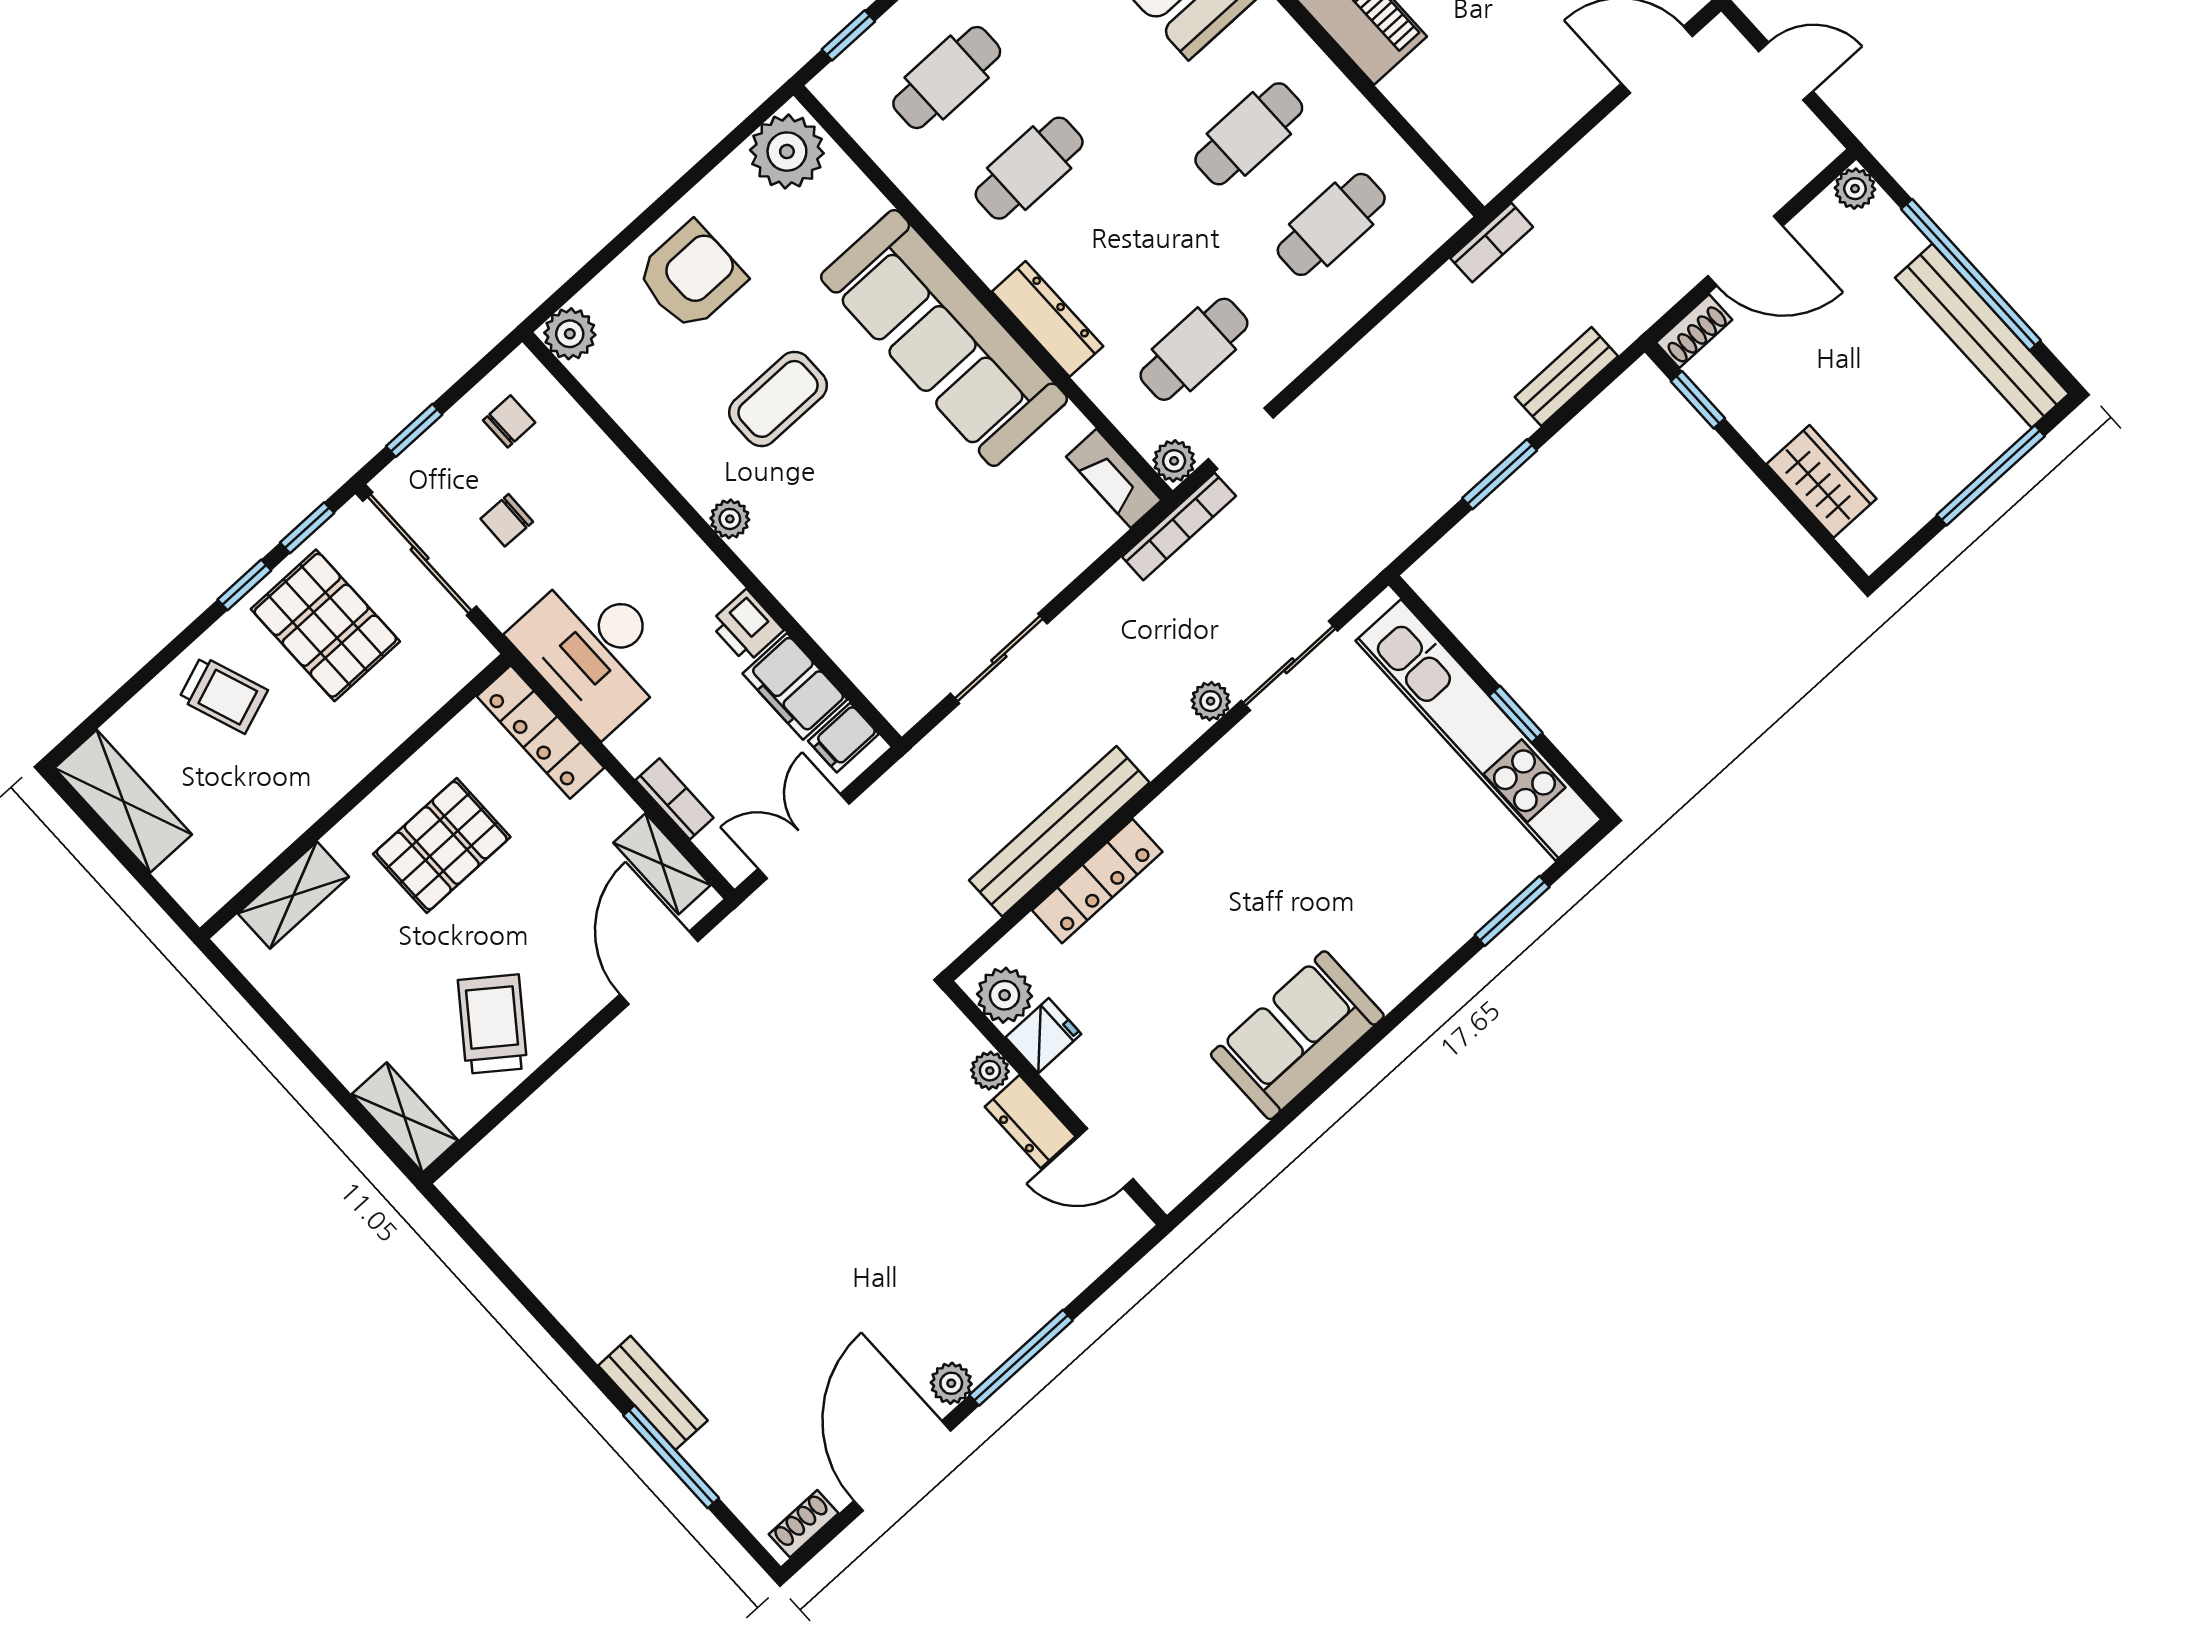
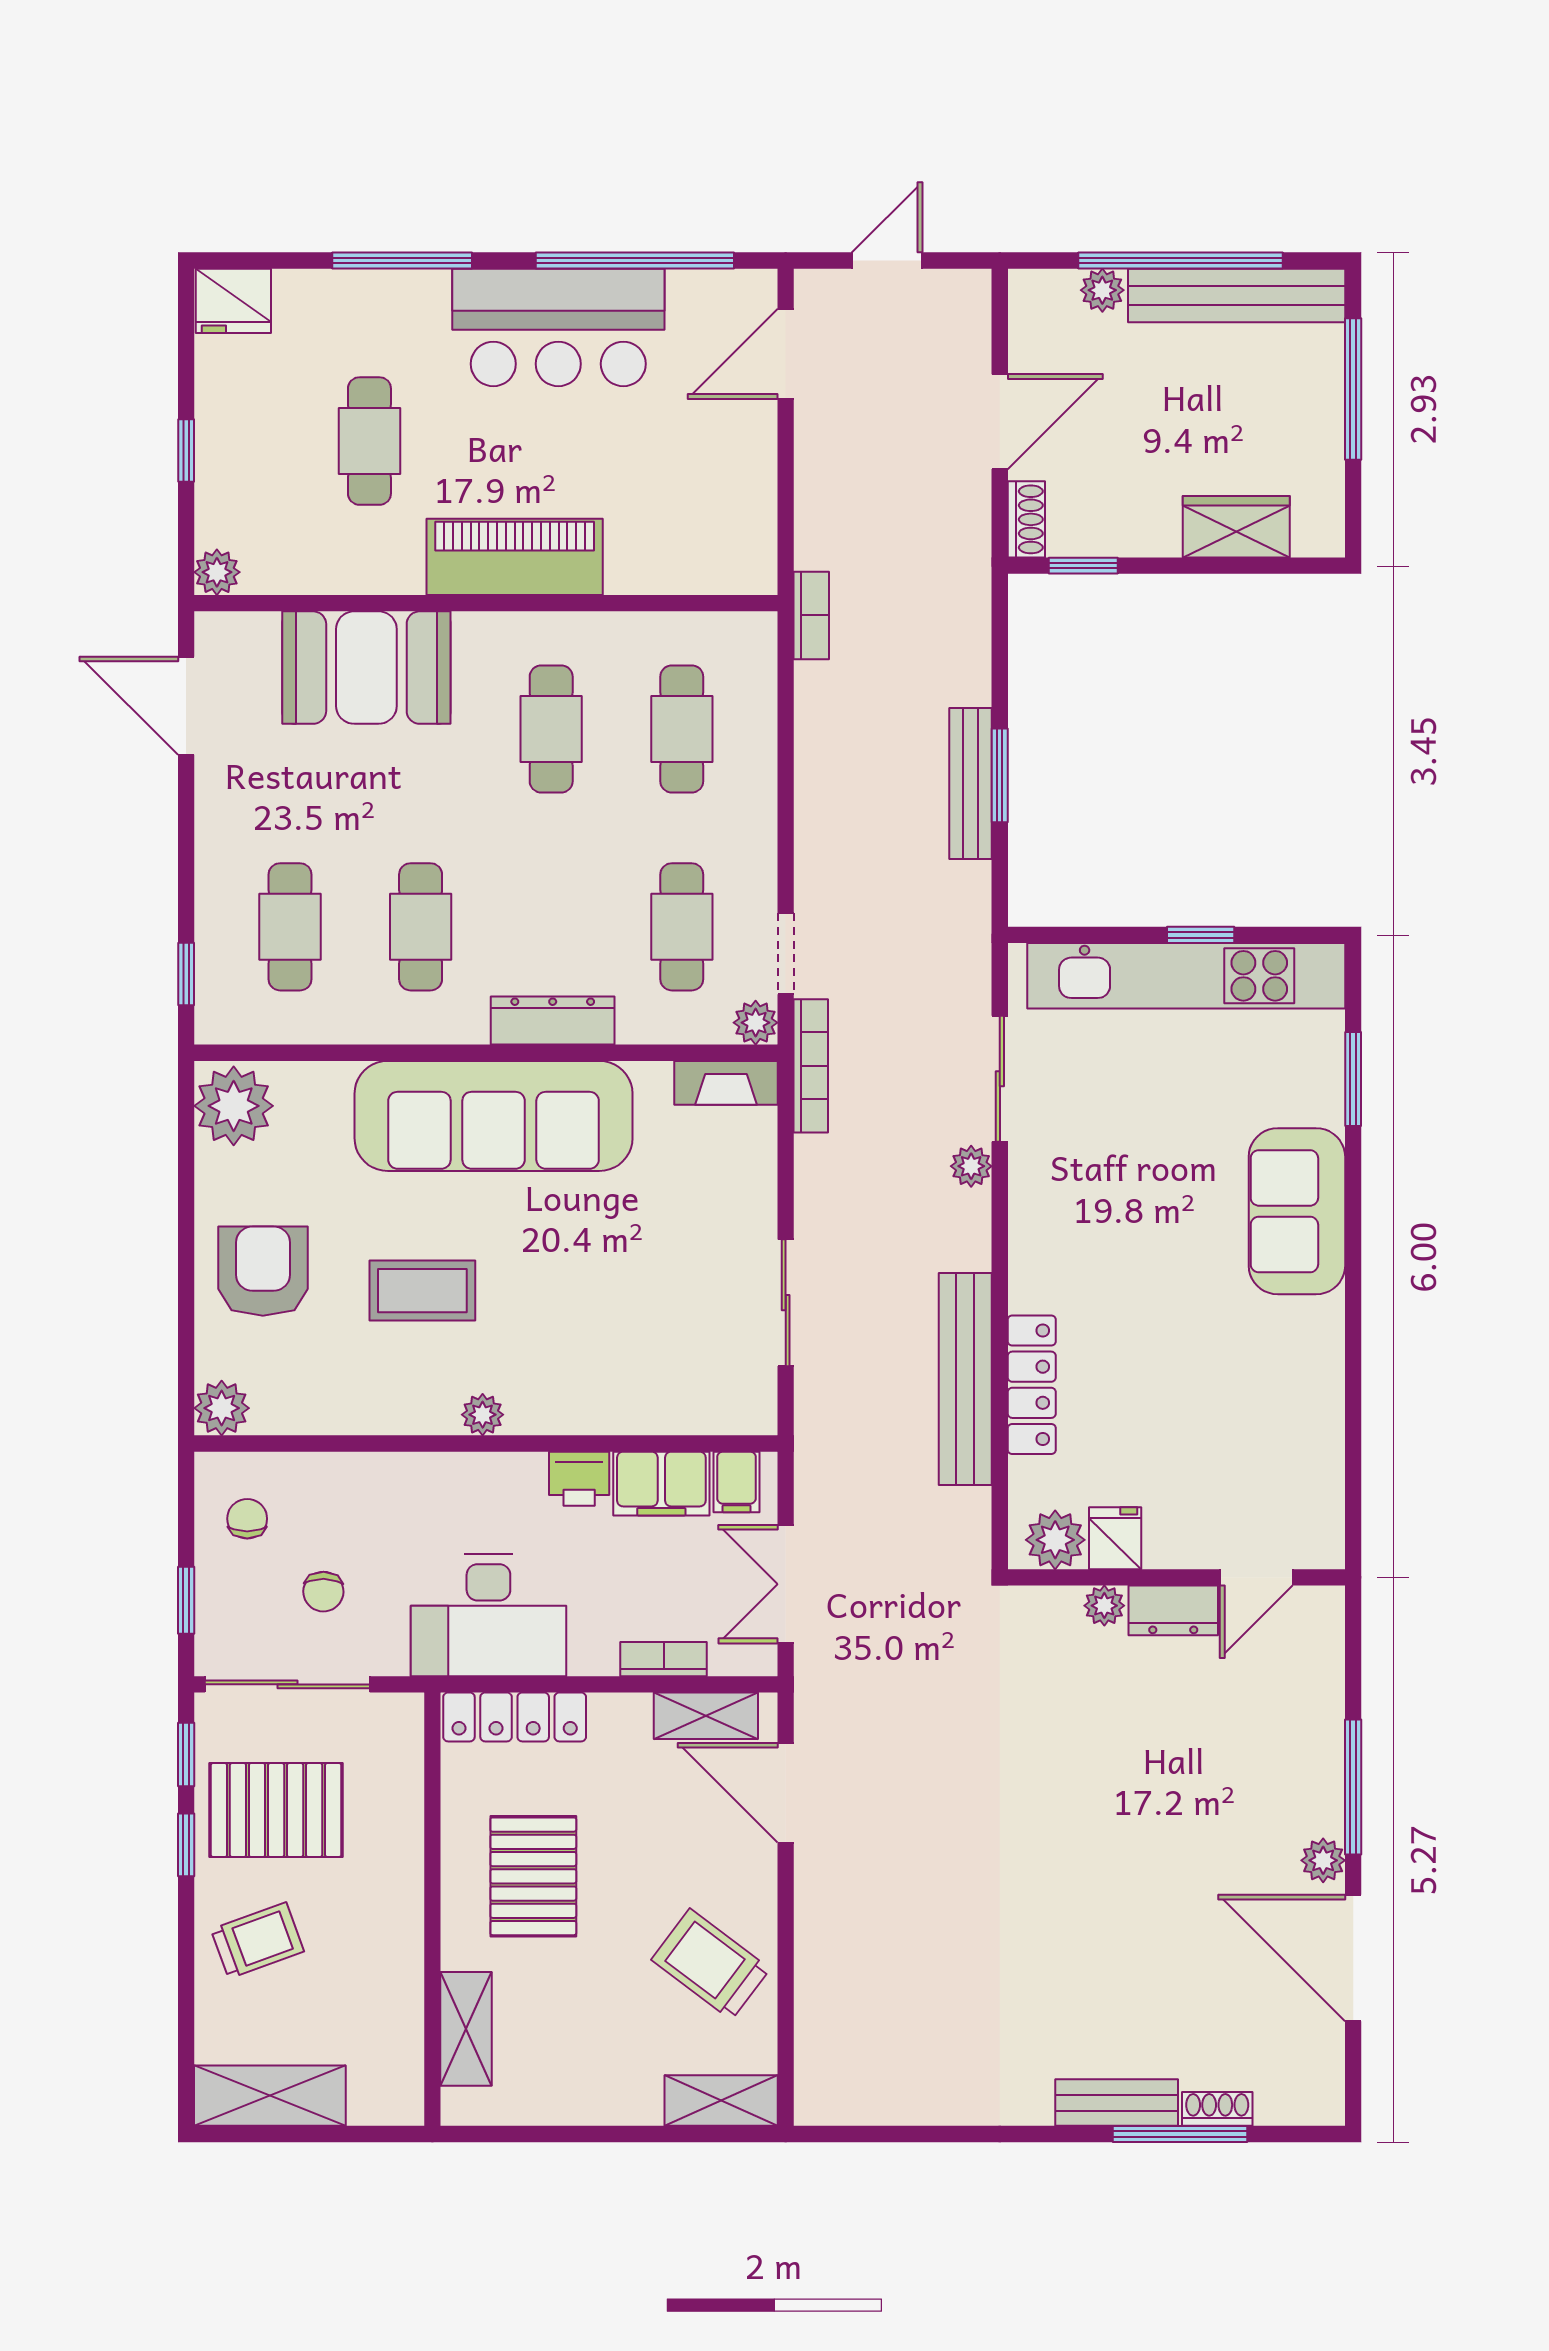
plant: (1855, 189) -> (1102, 290), moved
bench: (1566, 377) -> (971, 784), moved, width x1.36
coffee table: (778, 399) -> (422, 1291), turned 90
sofa: (1297, 1035) -> (1297, 1211), moved
shoe rack: (804, 1524) -> (1217, 2109), moved, turned 90

